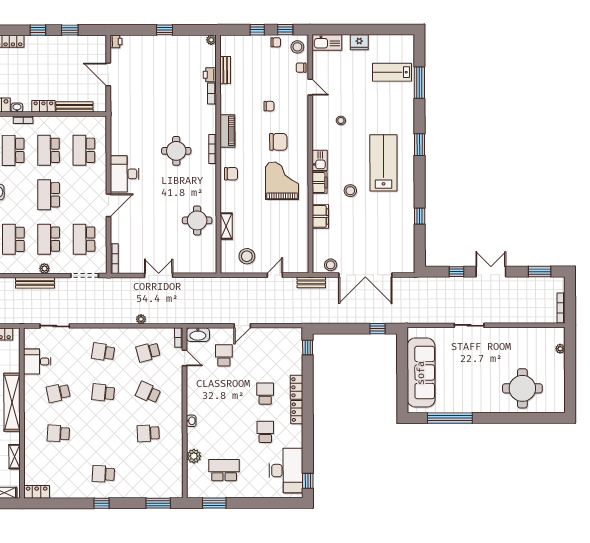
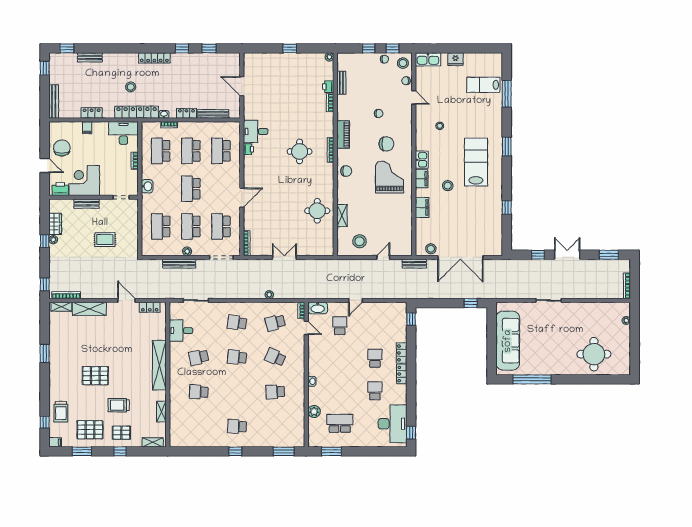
printer: (116, 41) -> (248, 149), moved
desk: (125, 174) -> (256, 131), moved, width x0.73
locker: (37, 492) -> (180, 442), removed

